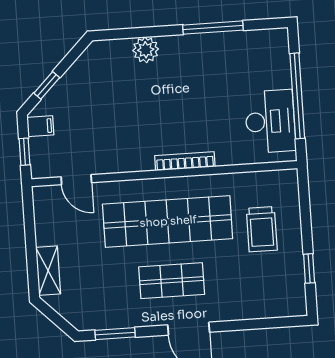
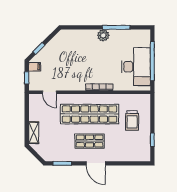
plant: (146, 50) -> (103, 35), moved
desk: (270, 121) -> (136, 67), width x1.36, depth x1.30

